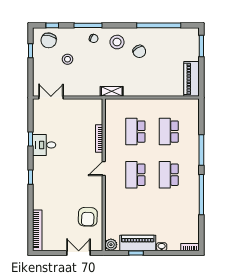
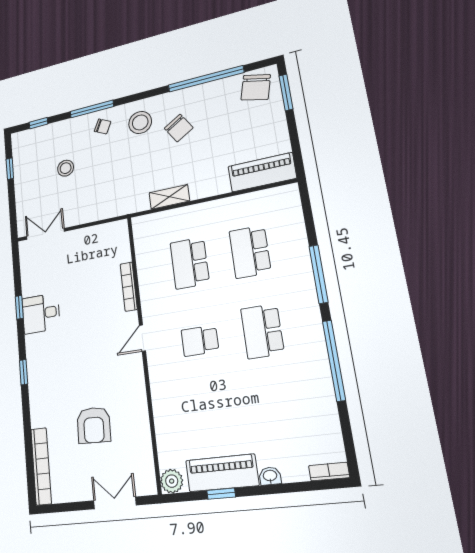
chair: (49, 40) -> (256, 87), moved
piano: (192, 79) -> (262, 172), moved, turned 90
shelving: (112, 91) -> (169, 197), moved
school desk: (135, 175) -> (200, 341), width x0.54
armchair: (88, 217) -> (94, 425), moved

